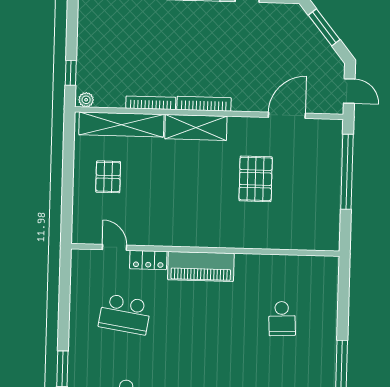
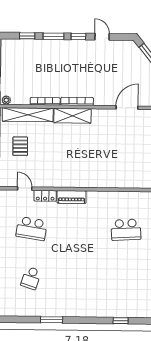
pallet: (256, 179) -> (109, 146), removed
piano: (201, 266) -> (72, 197), width x0.73, depth x0.75
school desk: (282, 319) -> (126, 230), width x1.85

